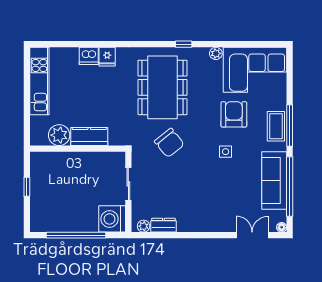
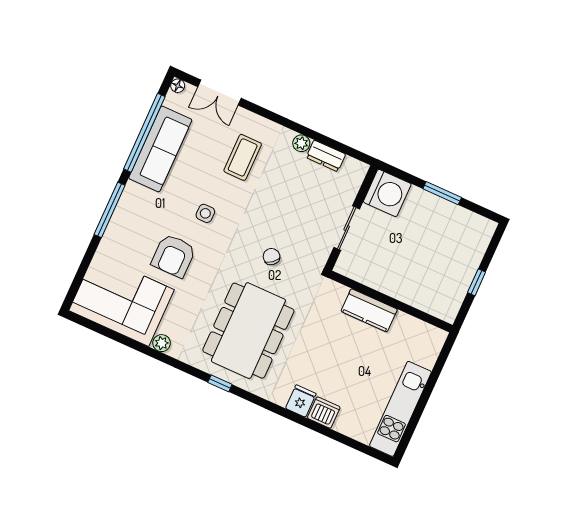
window: (184, 44) -> (220, 383), moved
coffee table: (276, 126) -> (243, 157), moved
plant: (59, 135) -> (406, 329), removed
chair: (169, 143) -> (271, 257), width x0.54, depth x0.54
plant: (144, 226) -> (301, 143), moved
window: (76, 235) -> (442, 193), width x0.47

